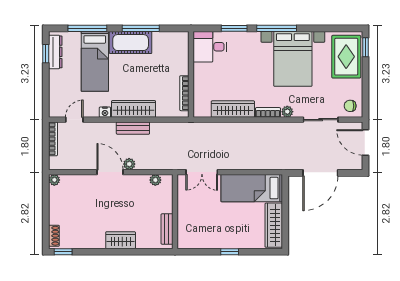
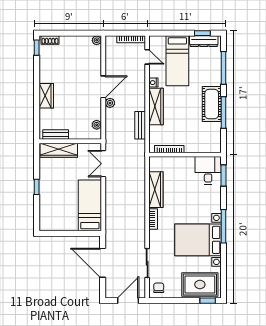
window: (234, 28) -> (223, 176), moved
bed: (95, 61) -> (177, 61), moved, turned -90
plant: (287, 112) -> (154, 235), removed
bench: (133, 128) -> (140, 125), moved
wardrobe: (274, 225) -> (59, 150), moved, turned 180

